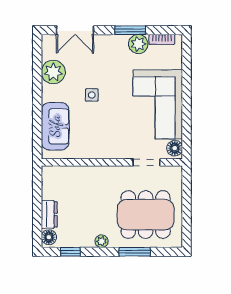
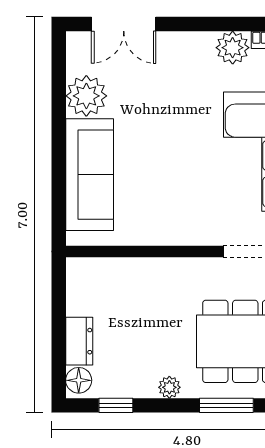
window: (130, 30) -> (219, 24), removed
side table: (92, 95) -> (153, 135), removed
sofa: (55, 126) -> (90, 175), width x1.36

